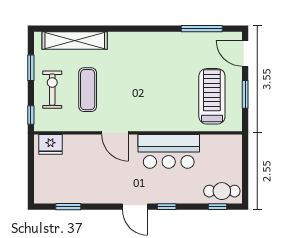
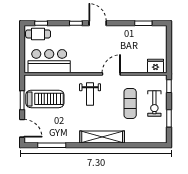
shelving: (75, 41) -> (102, 137), moved
treadmill: (212, 96) -> (45, 99), turned -90
weight bench: (146, 103) -> (90, 94), added
door: (115, 133) -> (111, 74), hinge flipped
bar counter: (169, 151) -> (49, 61), moved

